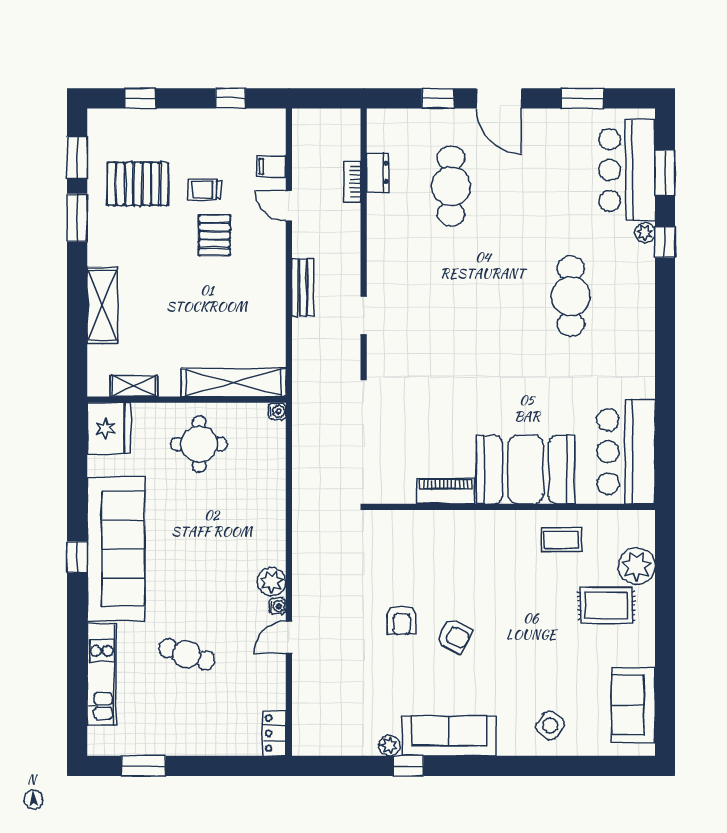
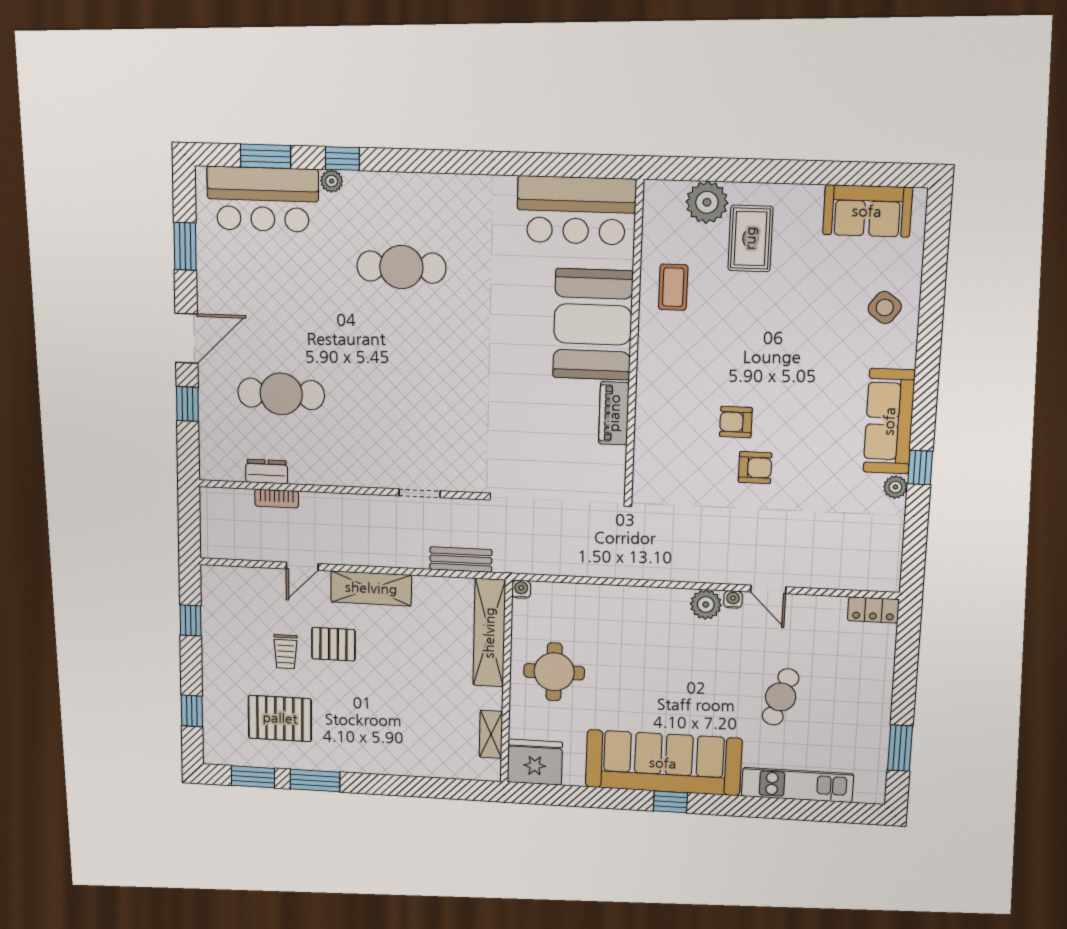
filing cabinet: (271, 166) -> (261, 582), removed
pallet: (138, 184) -> (280, 718), turned 90
bench: (303, 288) -> (461, 559), moved
shelving: (102, 305) -> (371, 588), moved
armchair: (454, 636) -> (736, 422), moved, turned -117

